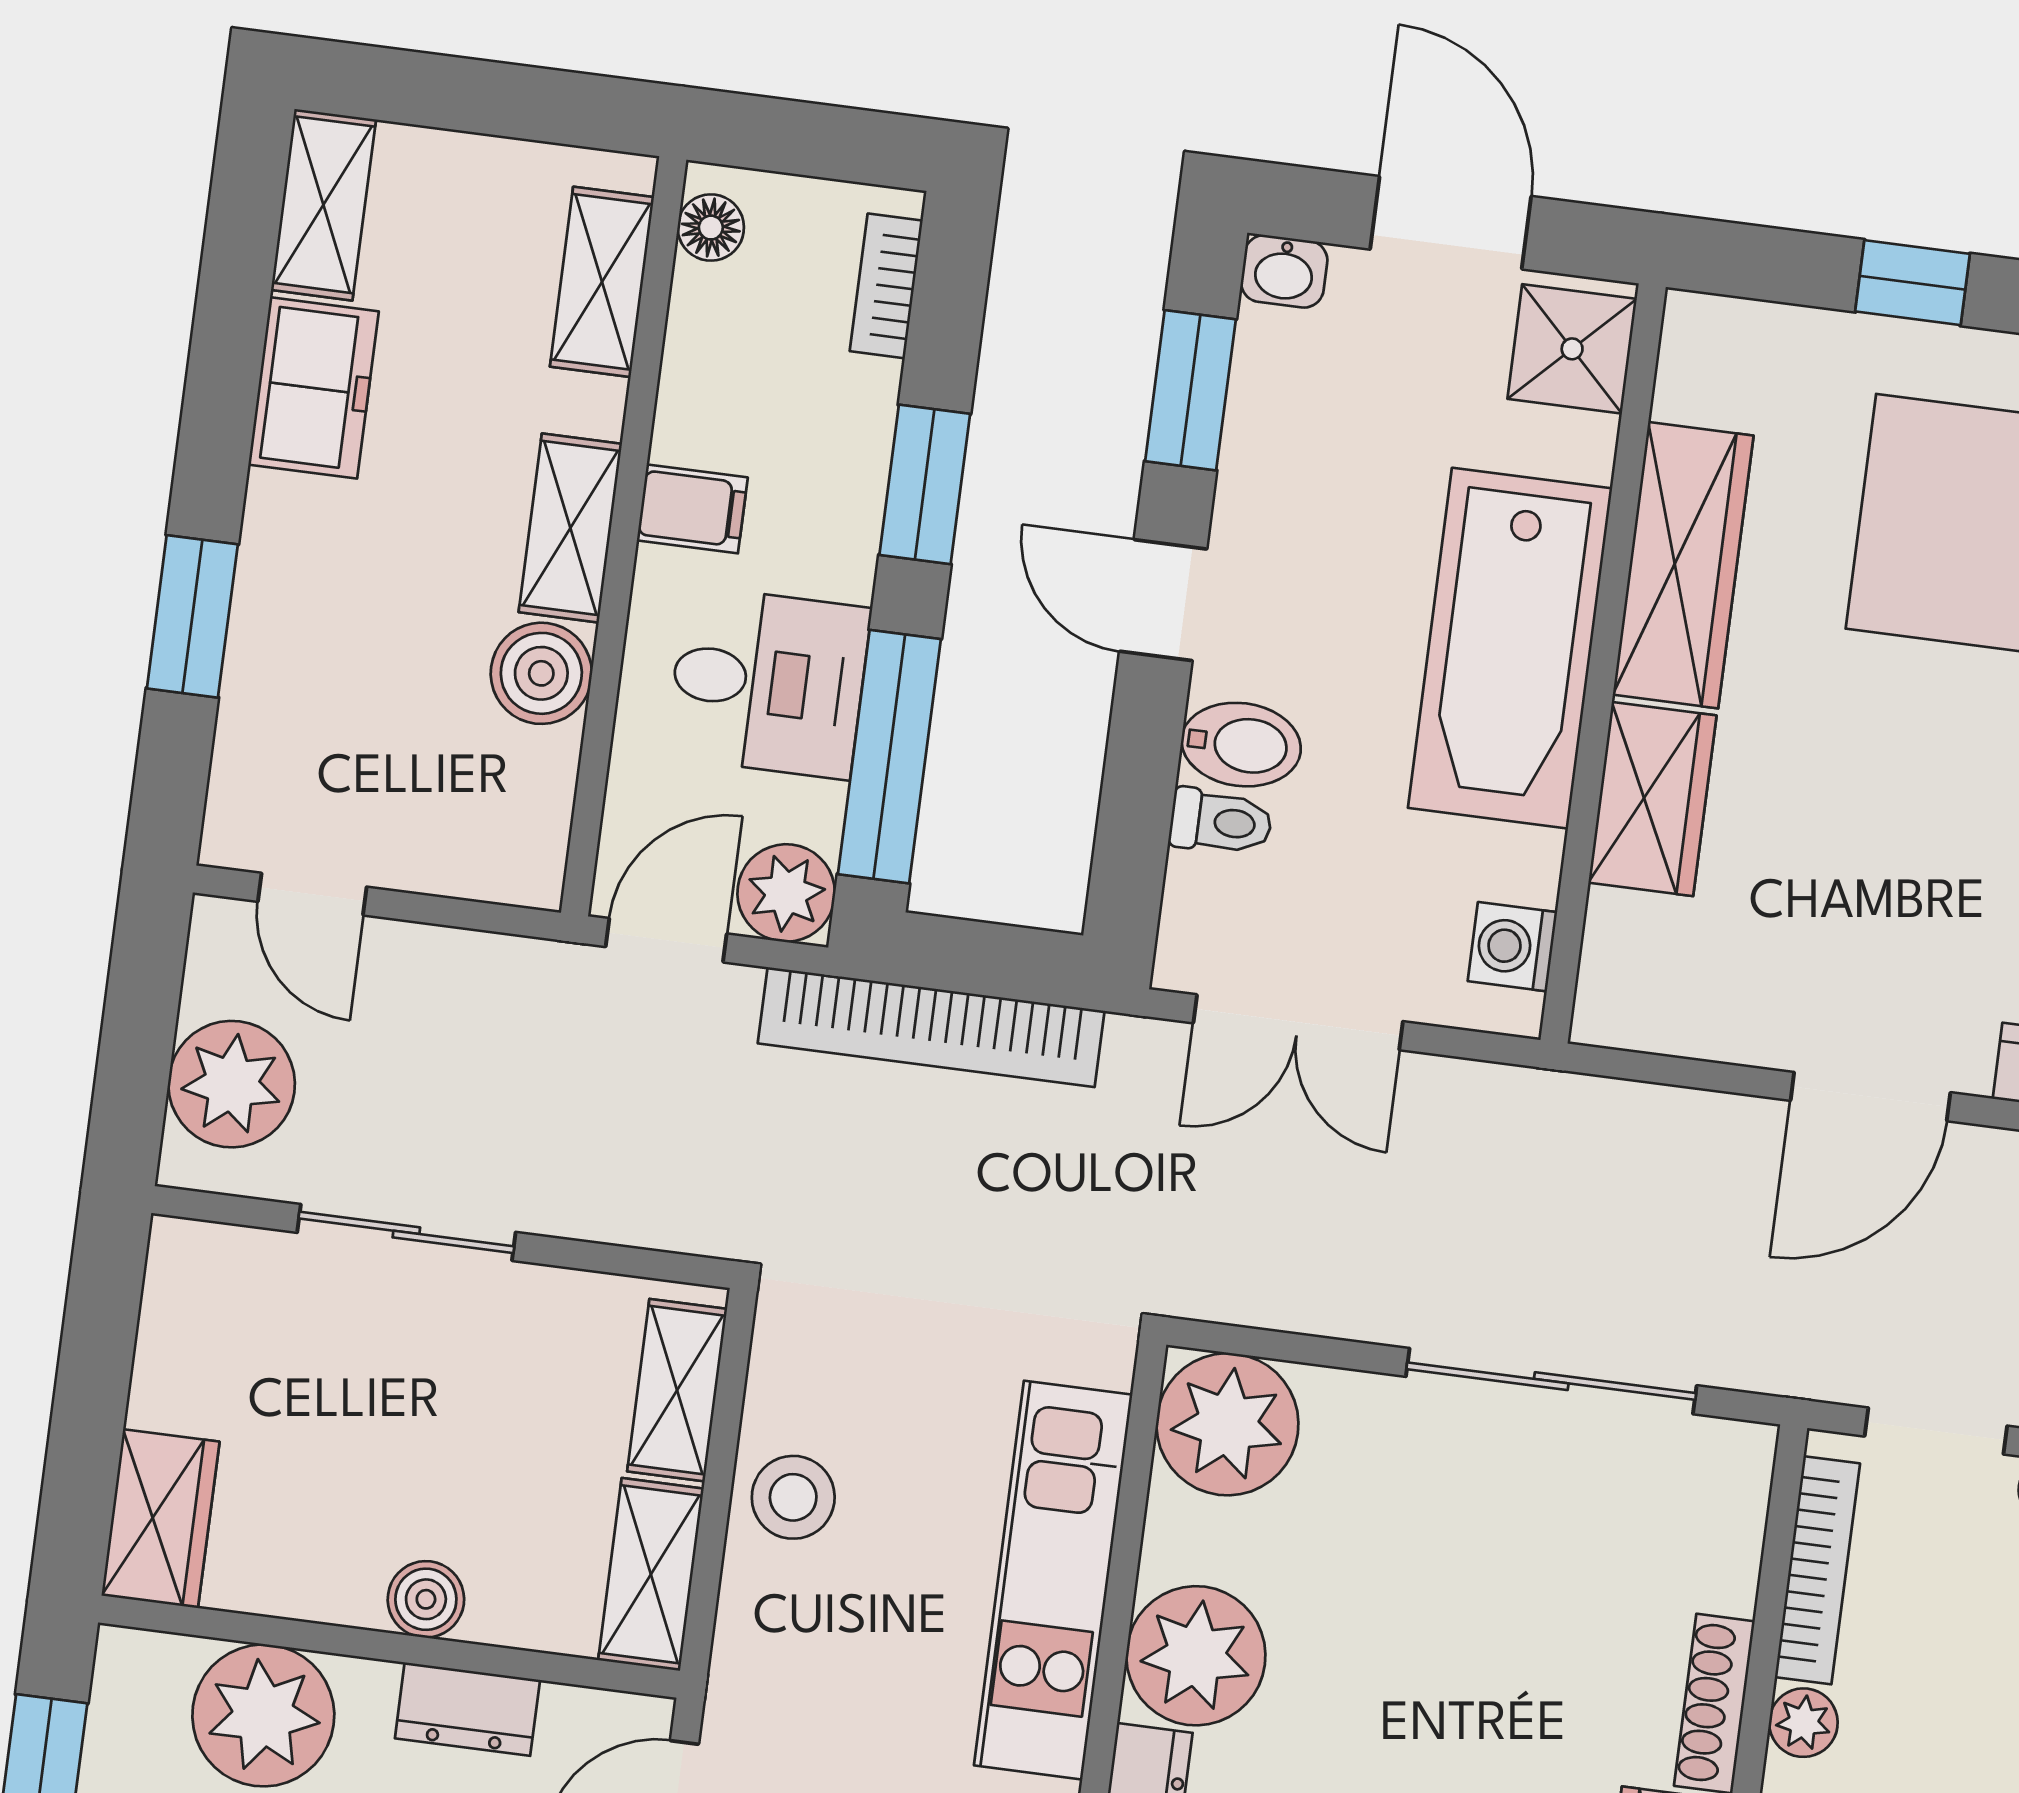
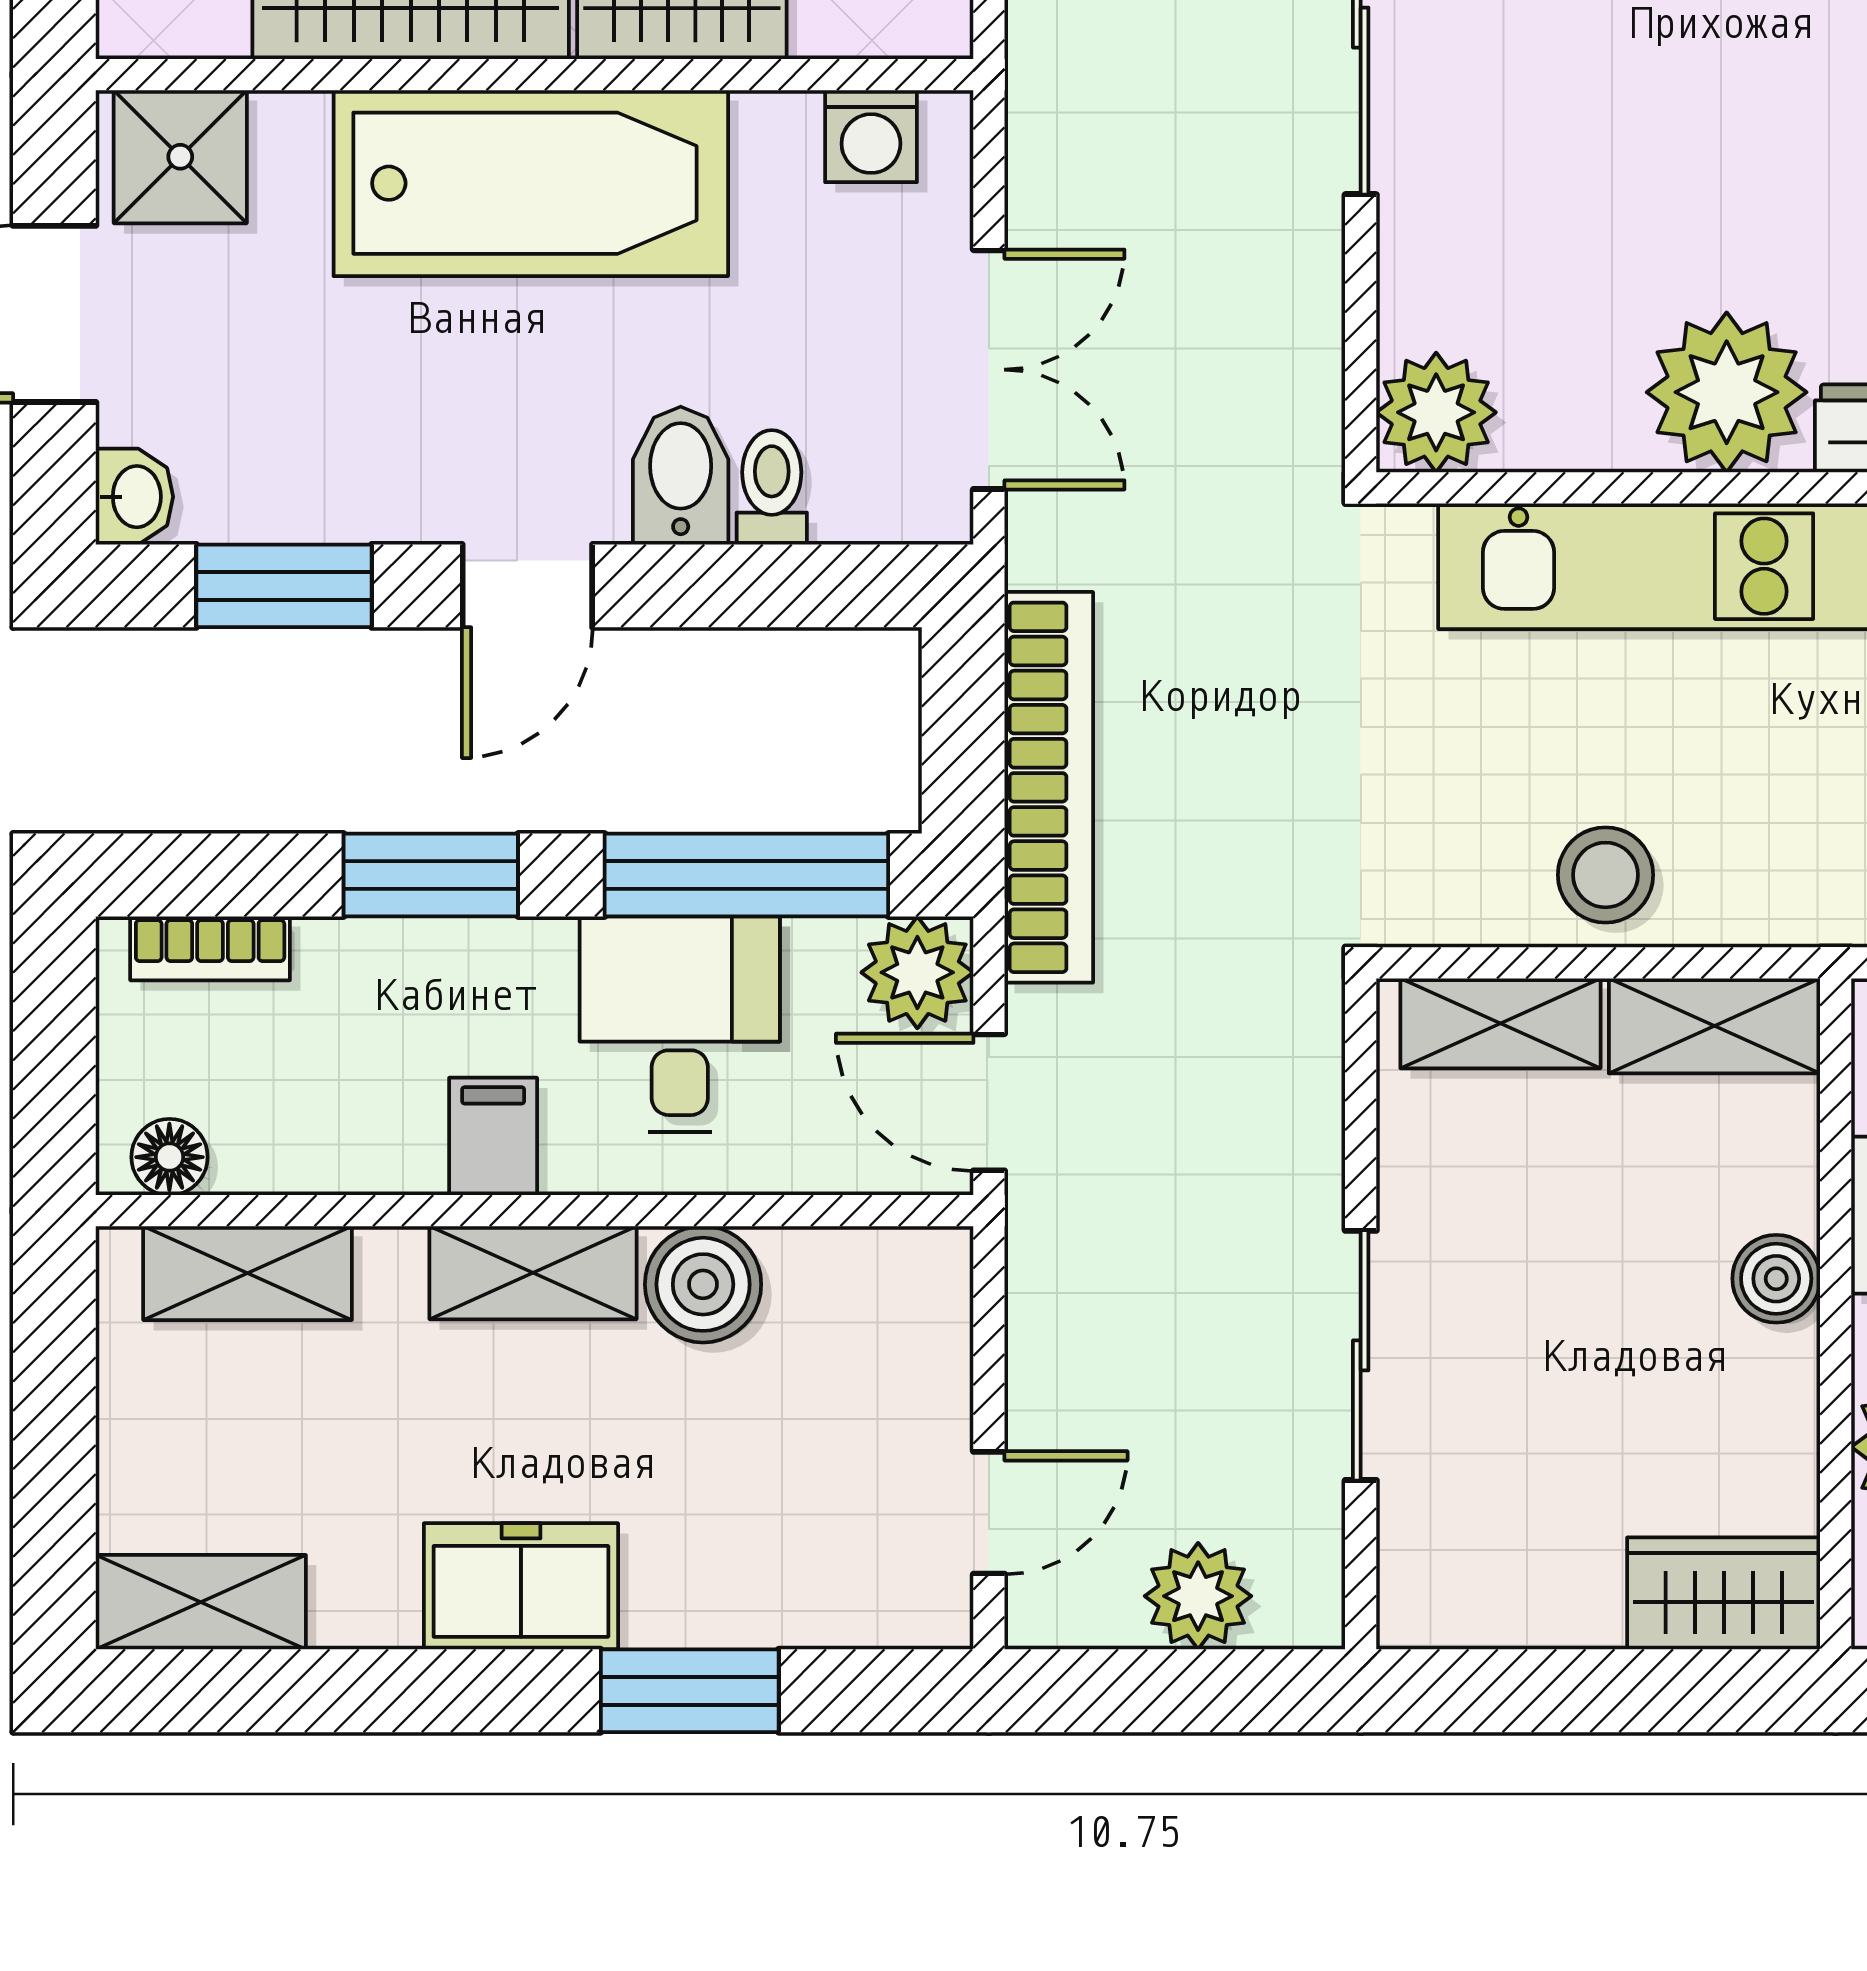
freezer: (314, 388) -> (521, 1586), moved
plant: (232, 1084) -> (1198, 1596), width x0.73, depth x0.73
plant: (1227, 1424) -> (1436, 412), width x0.73, depth x0.73

